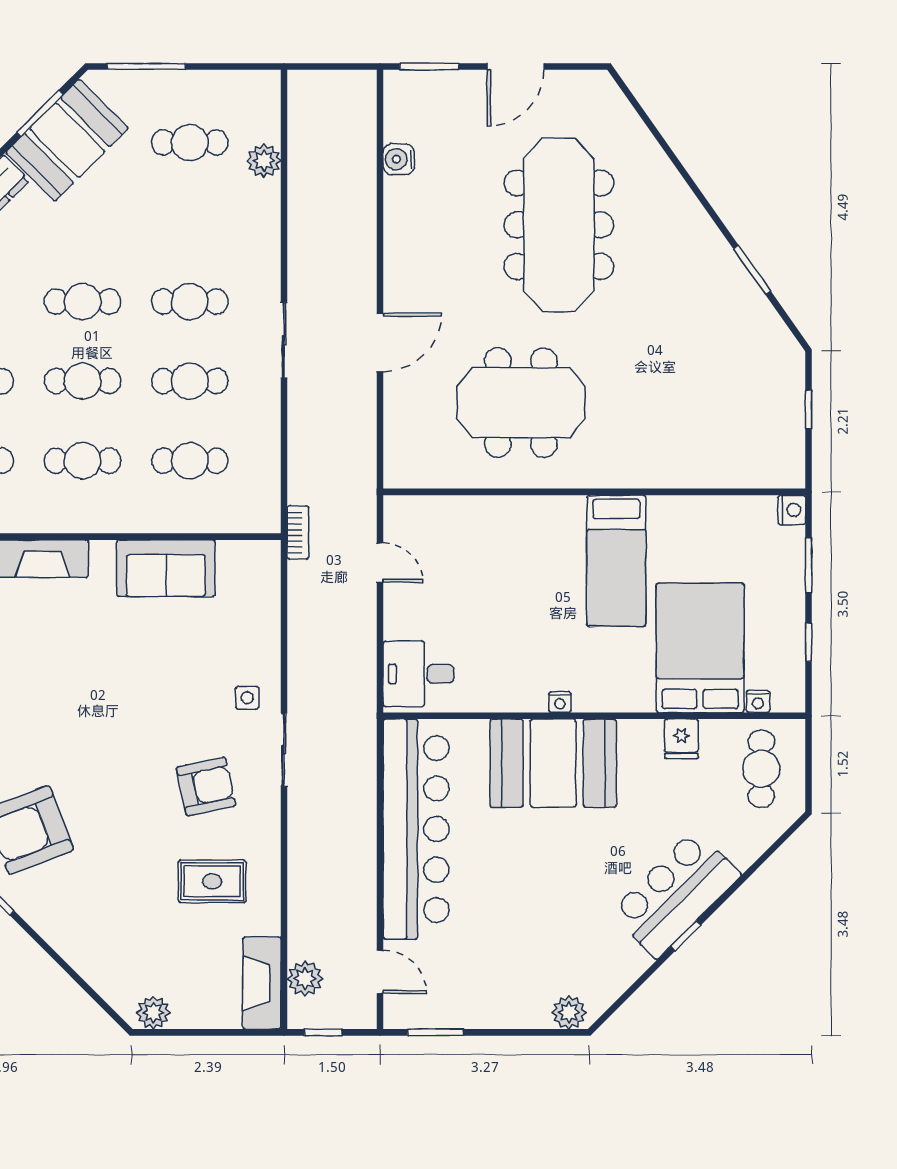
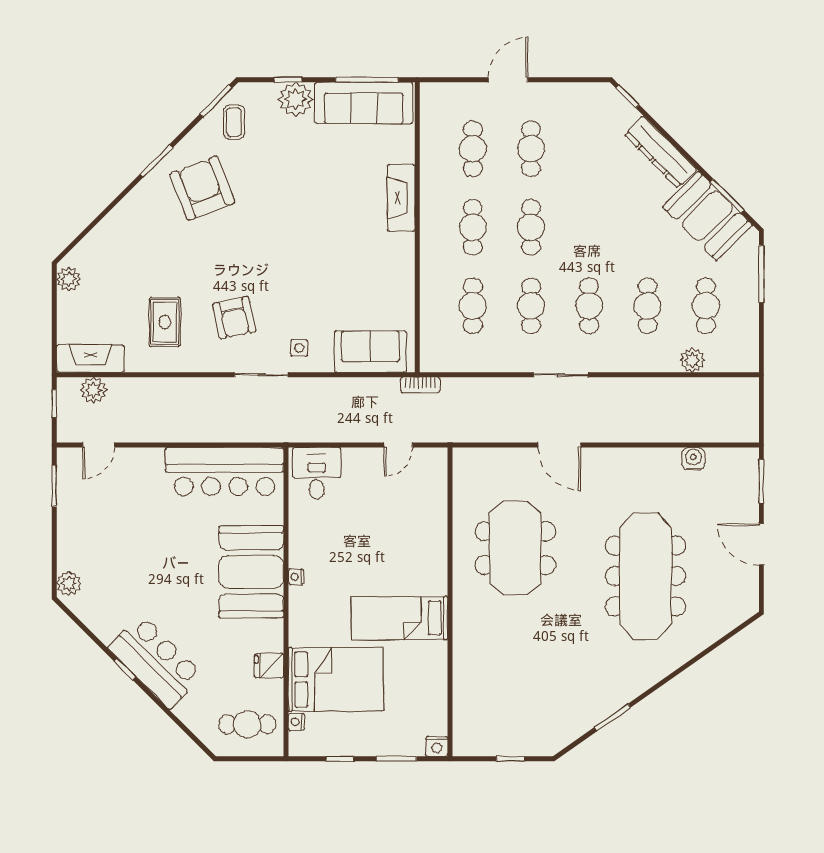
meeting table: (559, 225) -> (645, 576), turned 90
cafe table: (83, 302) -> (648, 306), moved
sofa: (166, 568) -> (370, 352), moved, turned 90
bar counter: (416, 829) -> (225, 471), width x0.73

